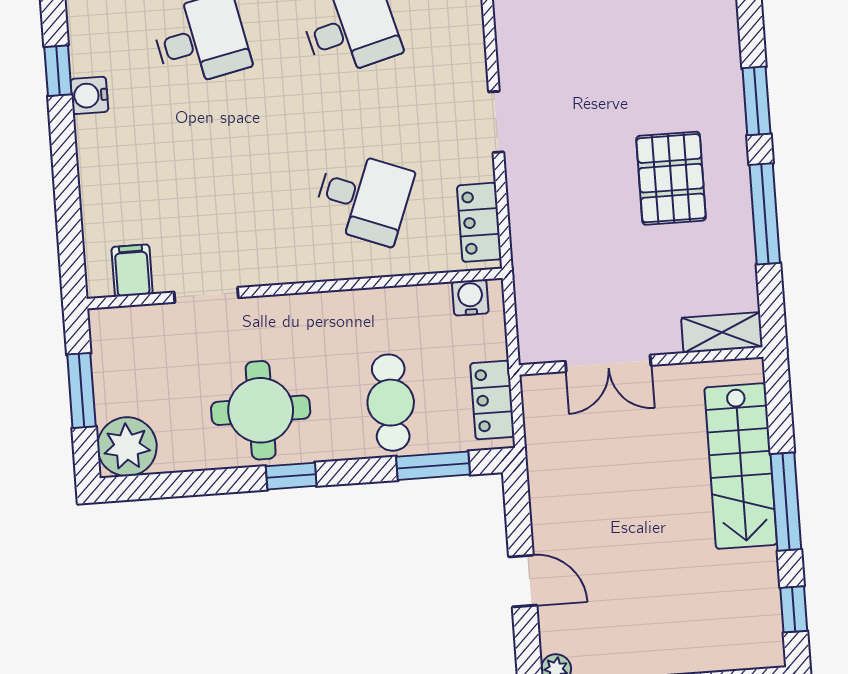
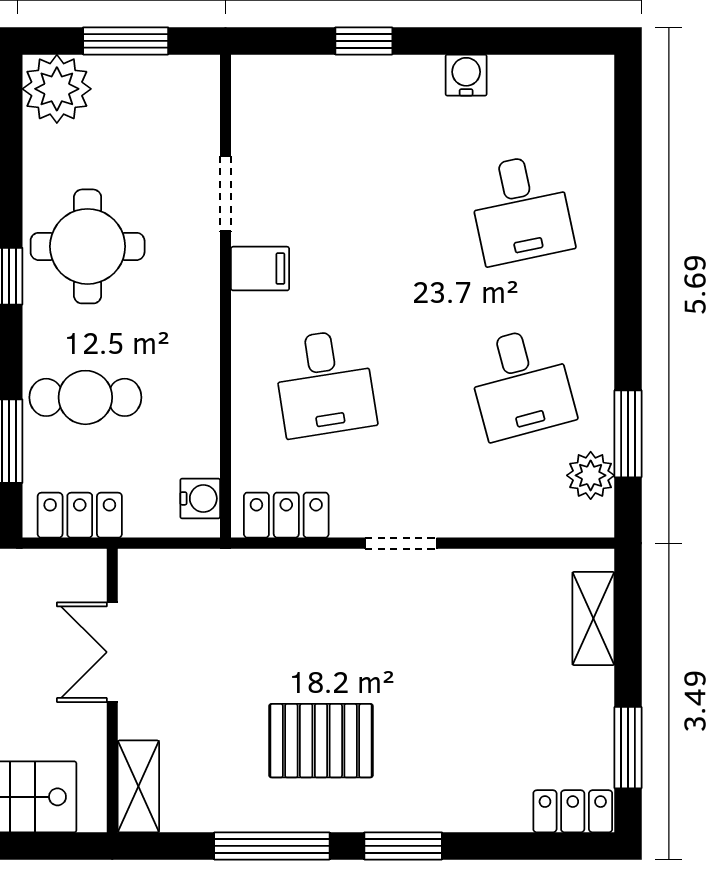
window: (58, 71) -> (364, 41), moved
desk: (363, 198) -> (325, 383), turned -30
filing cabinet: (132, 271) -> (260, 269), moved

